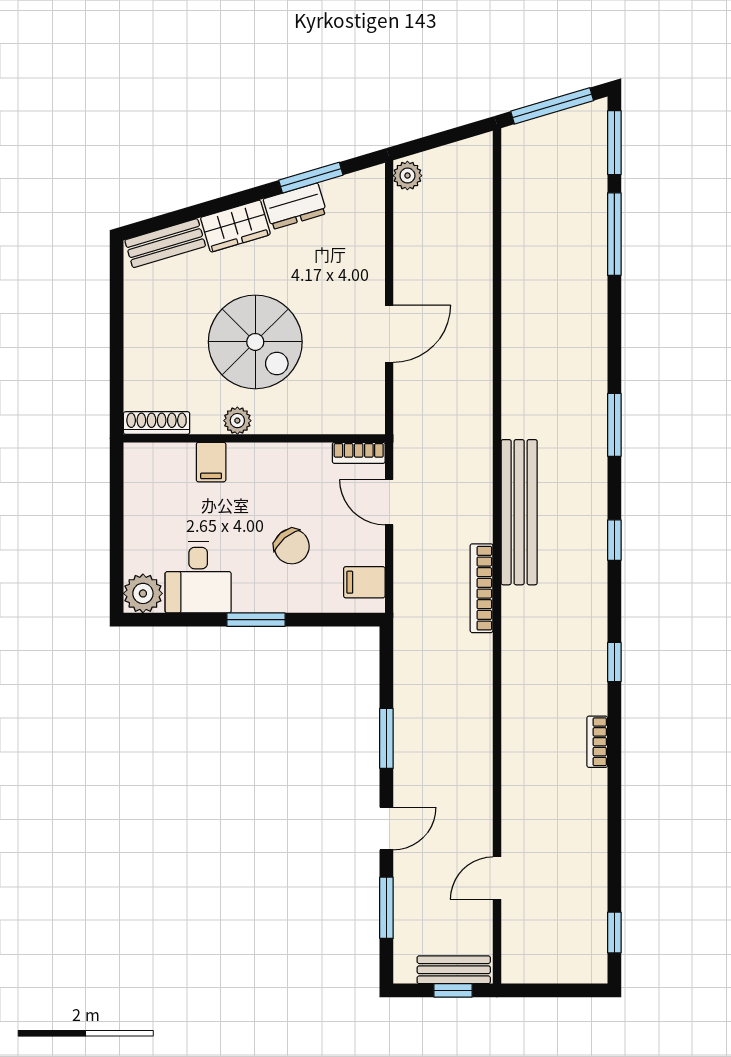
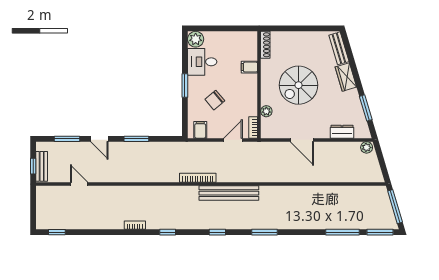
dresser: (295, 206) -> (342, 132), moved, turned 107
plant: (237, 421) -> (266, 111), moved

